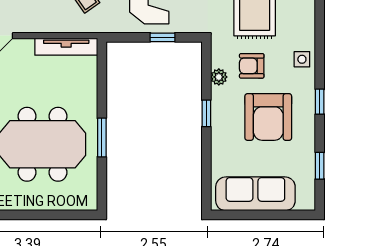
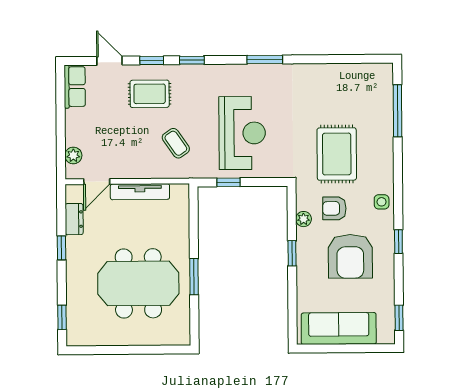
window: (163, 37) -> (228, 182), moved
tv unit: (66, 47) -> (140, 192), moved
window: (320, 166) -> (399, 318), moved

